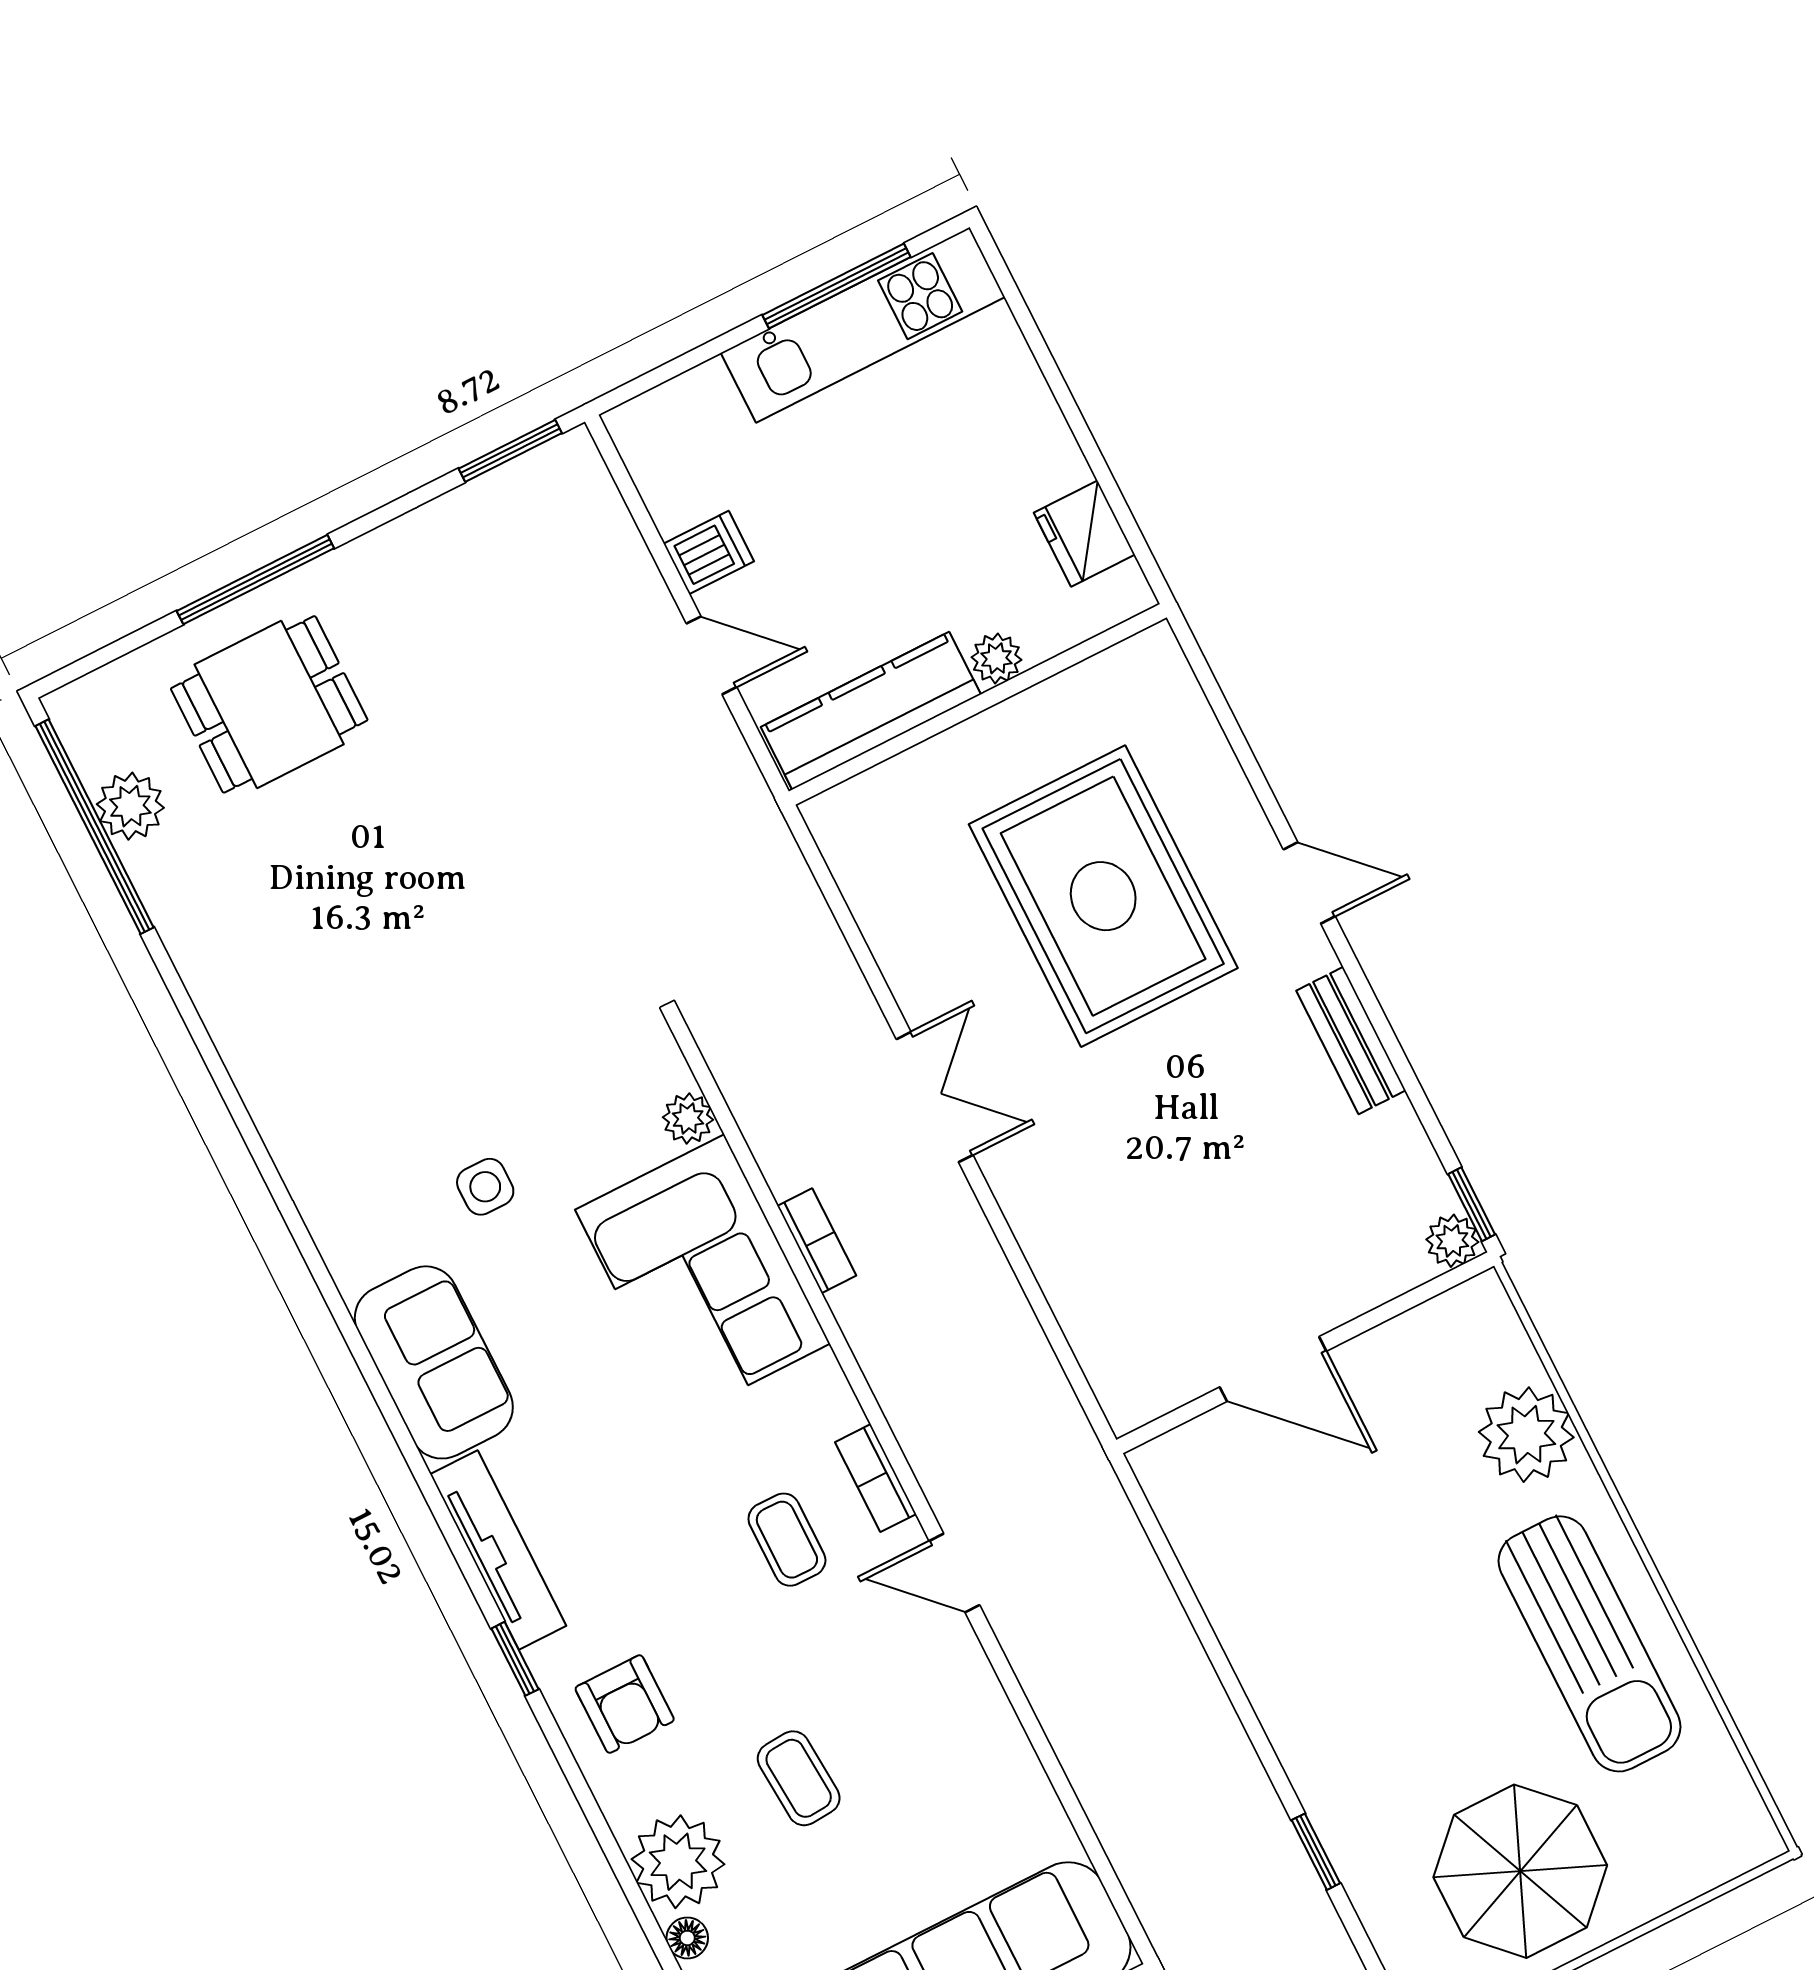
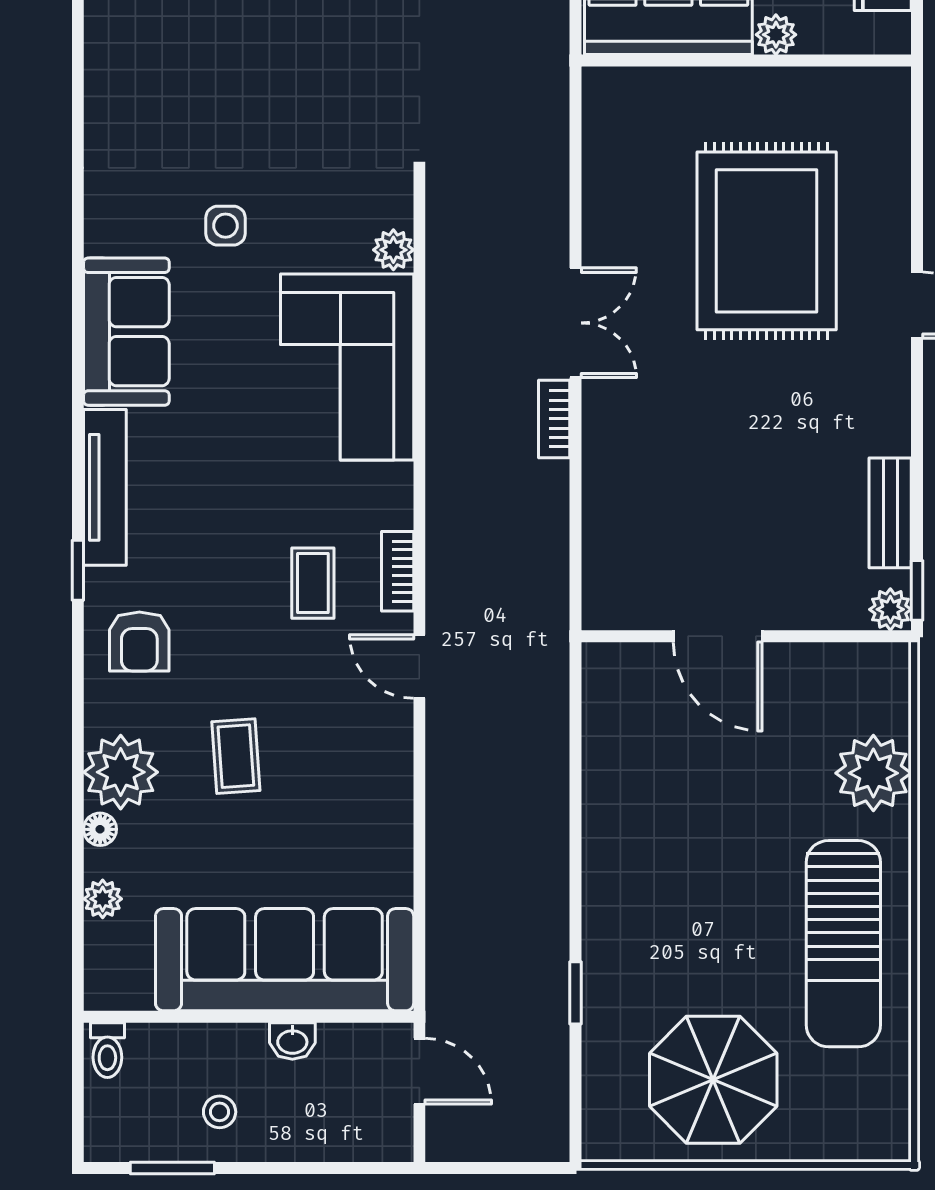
bench: (1351, 1040) -> (890, 513), moved
bookcase: (817, 1241) -> (554, 419), moved, turned 180

